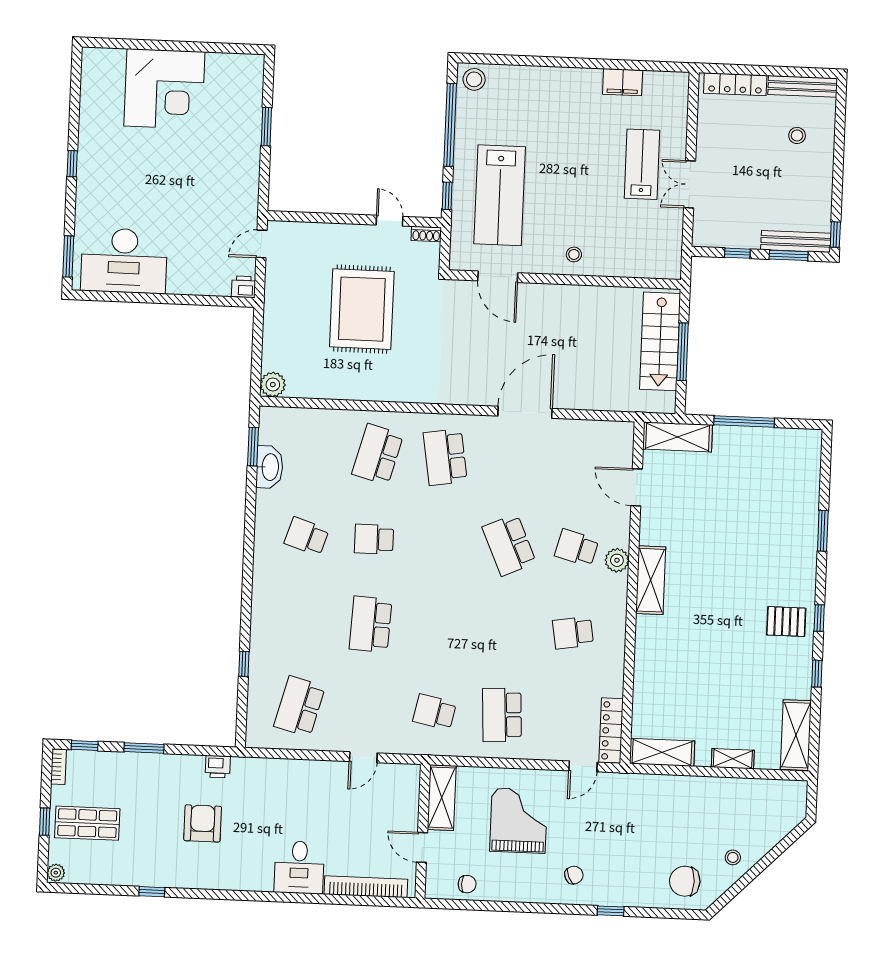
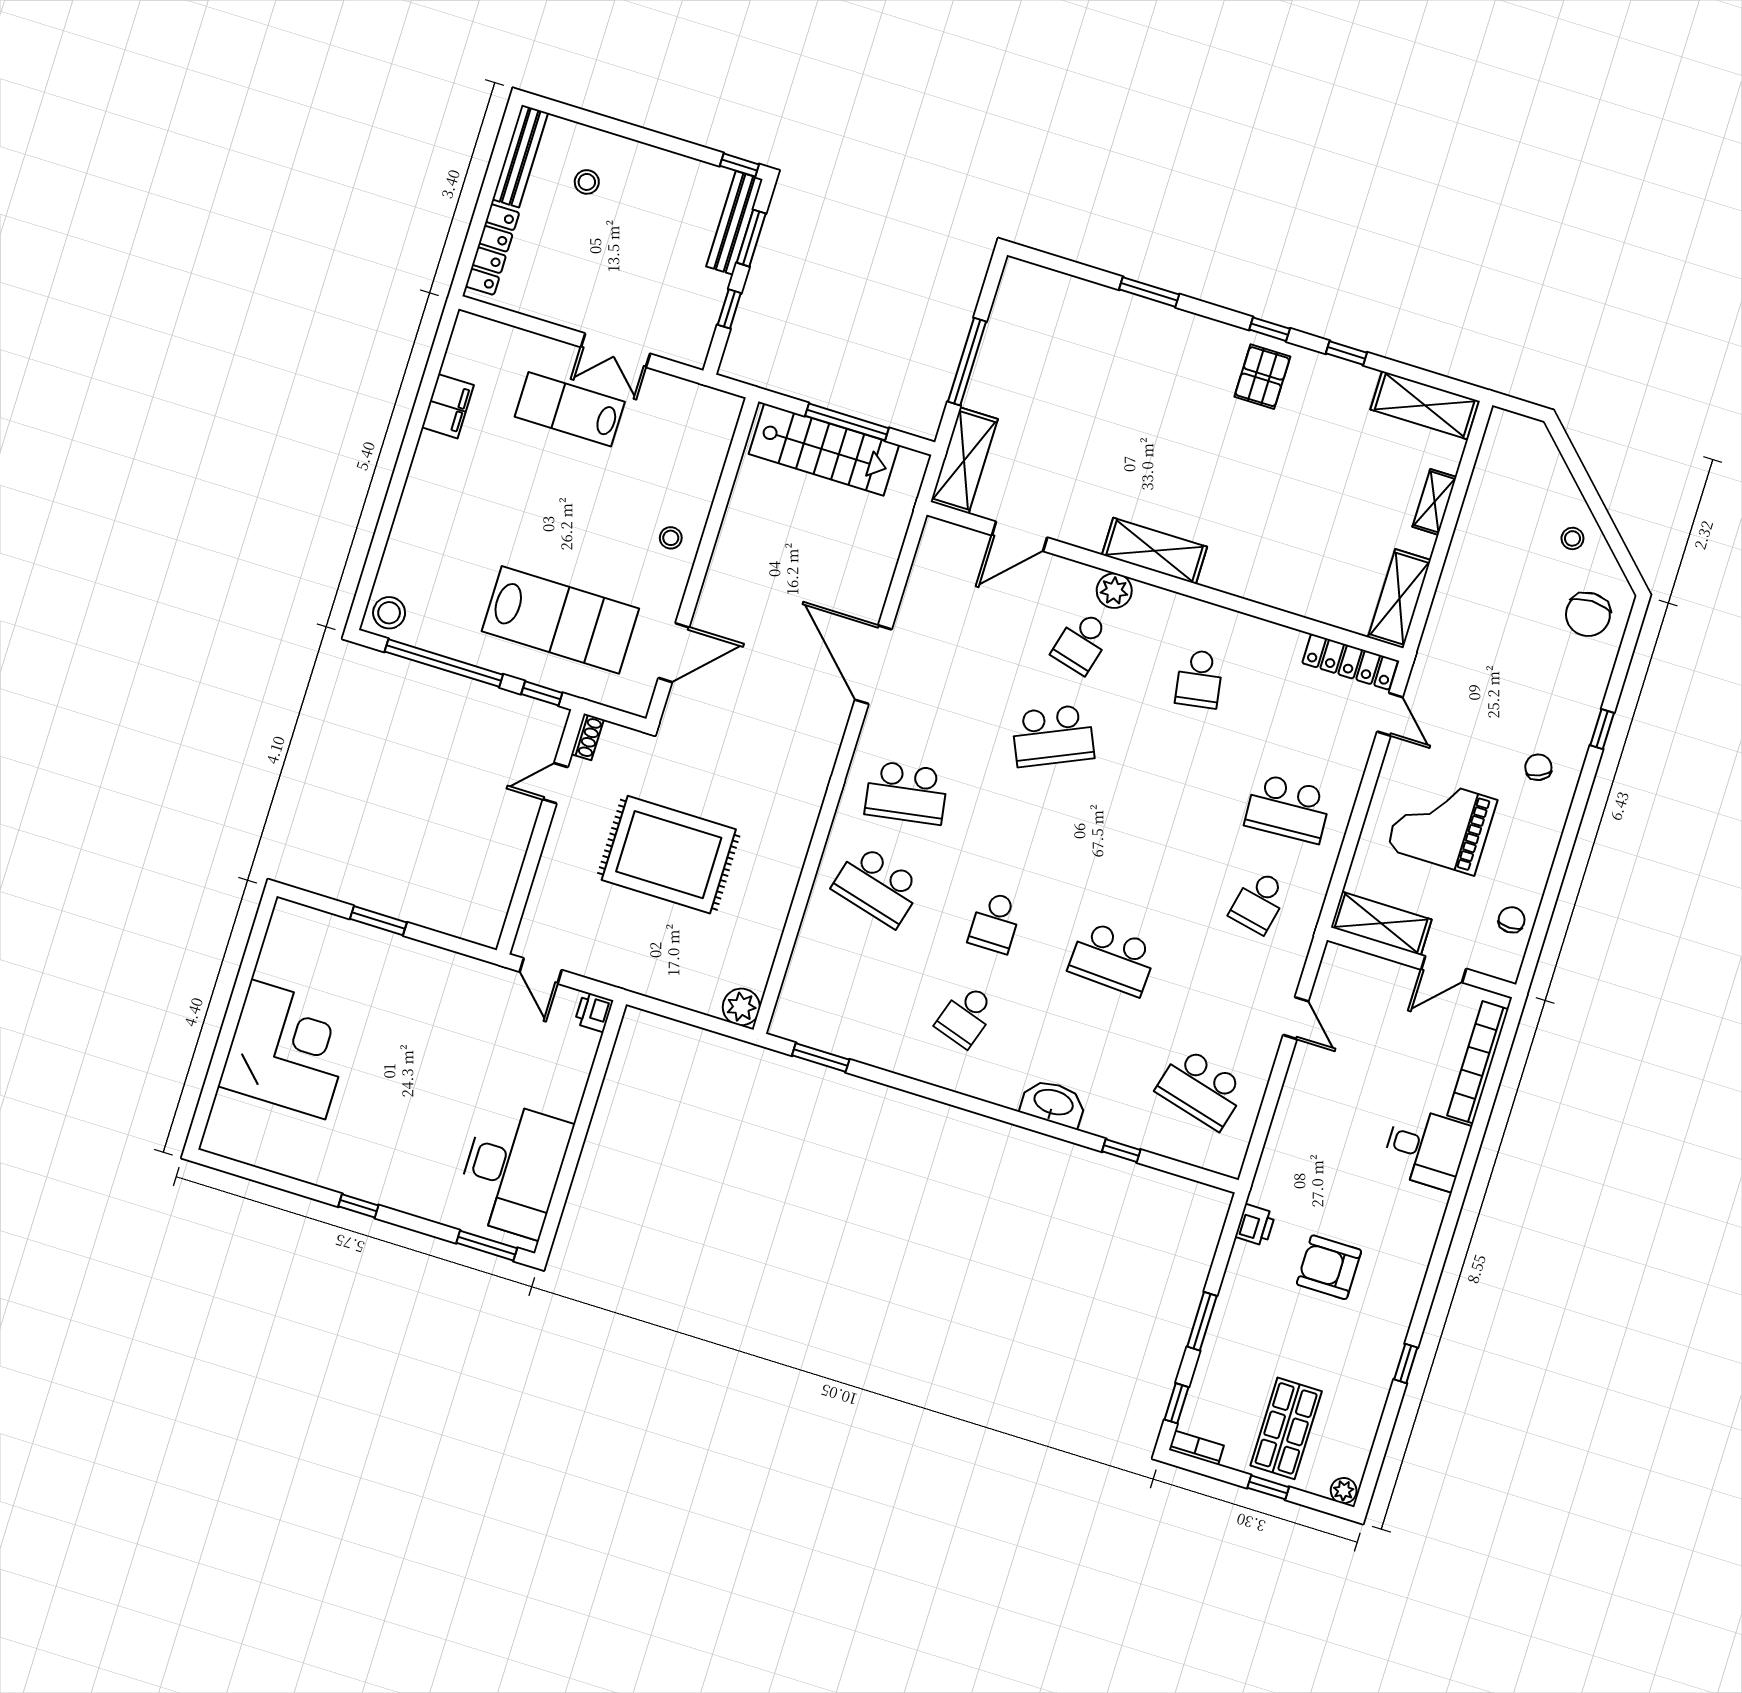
washbasin: (270, 467) -> (1053, 1103), moved

